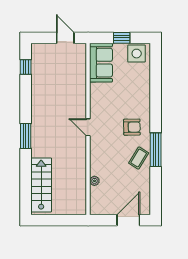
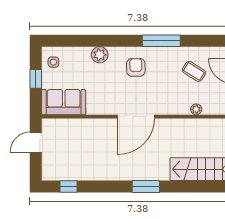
side table: (137, 54) -> (53, 62), width x0.54, depth x0.54
plant: (143, 95) -> (100, 55), added
door: (88, 127) -> (136, 117), width x1.88
coffee table: (139, 158) -> (194, 71), moved

